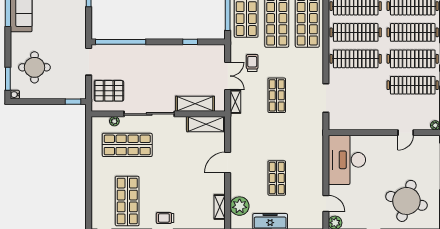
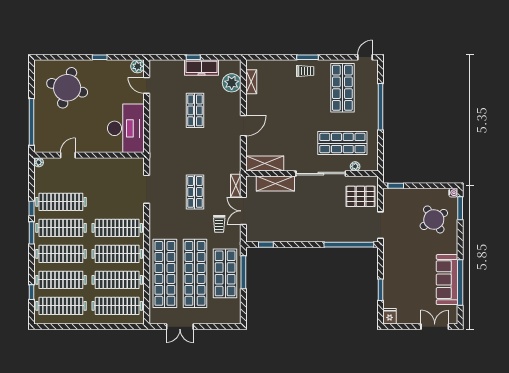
window: (190, 42) -> (266, 245), moved
round table: (34, 67) -> (434, 219), turned -33
window: (89, 182) -> (380, 107), added

